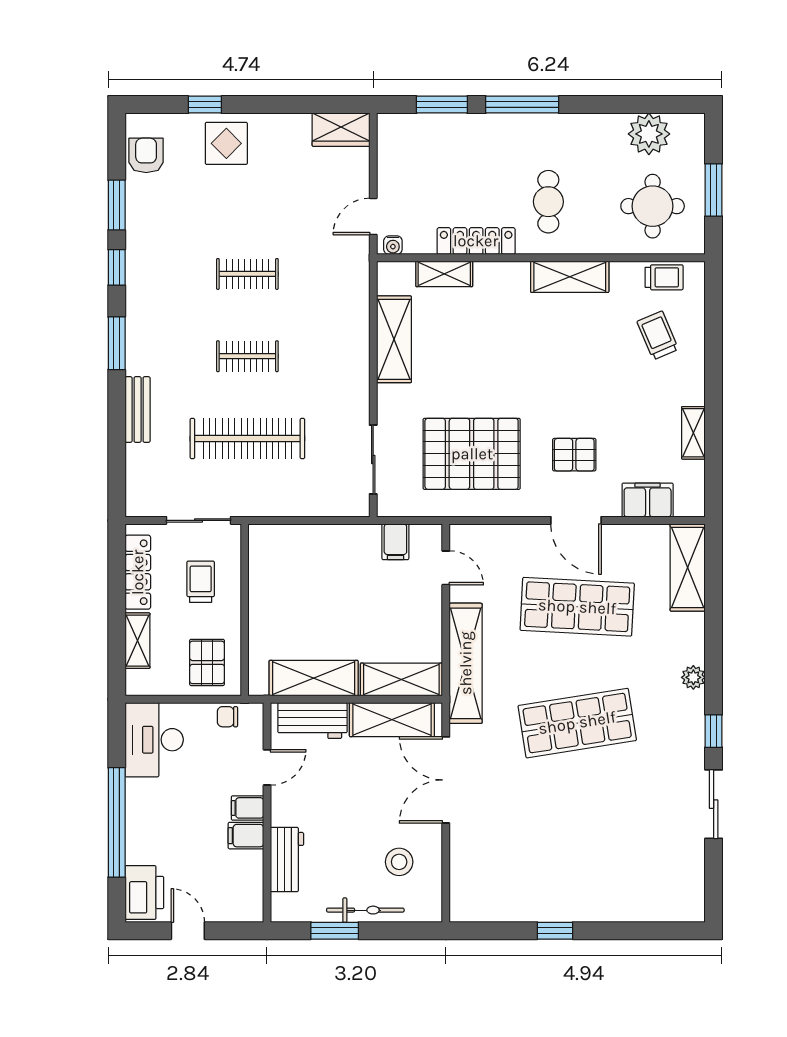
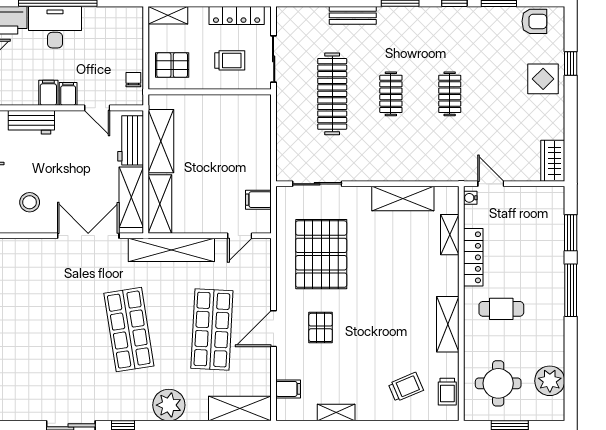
filing cabinet: (648, 500) -> (288, 389), width x0.50
shelving: (137, 641) -> (168, 15), moved
plant: (693, 677) -> (169, 405), width x1.88, depth x1.88
desk: (154, 740) -> (55, 27), moved

